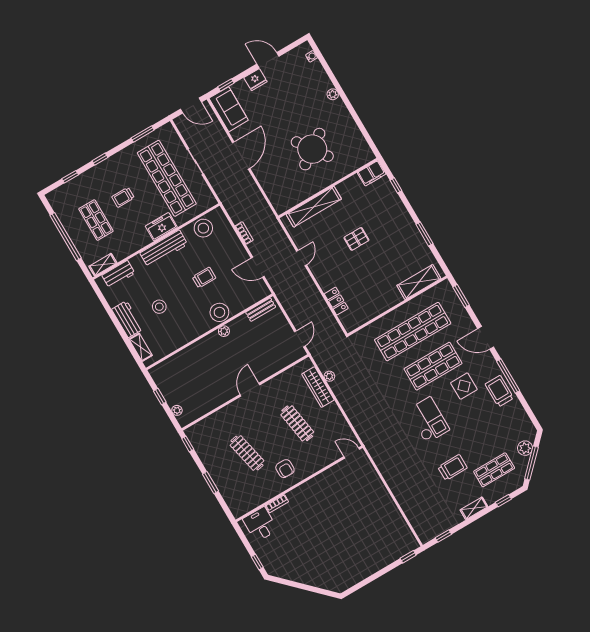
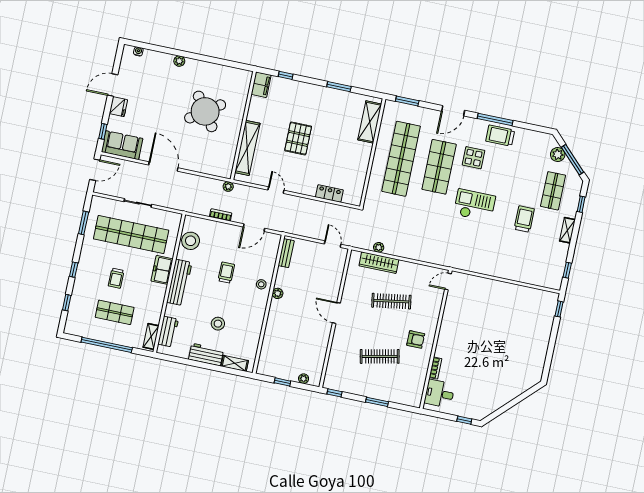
plant: (271, 219) -> (228, 186), added
pallet: (356, 239) -> (298, 138), width x1.50, depth x1.42
stool: (219, 312) -> (261, 284), width x0.53, depth x0.53

